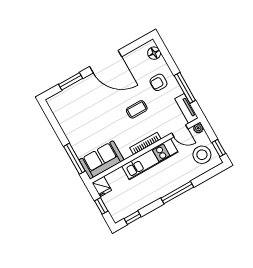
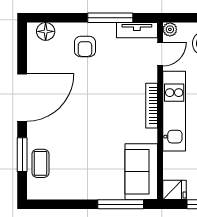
coffee table: (137, 109) -> (41, 163), moved

